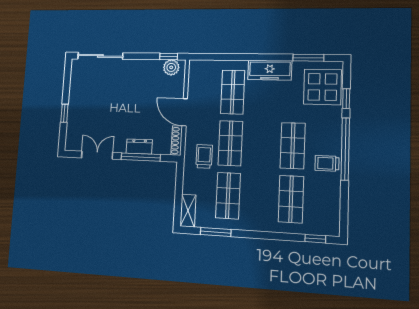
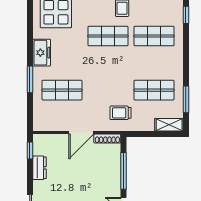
window: (308, 58) -> (30, 79), moved
plant: (171, 67) -> (40, 147), removed
freezer: (270, 70) -> (42, 53), width x0.71
shop shelf: (230, 143) -> (108, 90), removed
dresser: (139, 147) -> (39, 168), moved, turned 180

